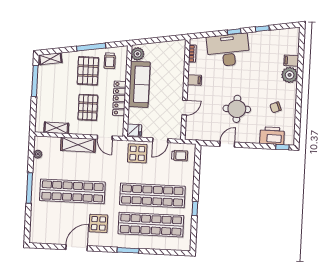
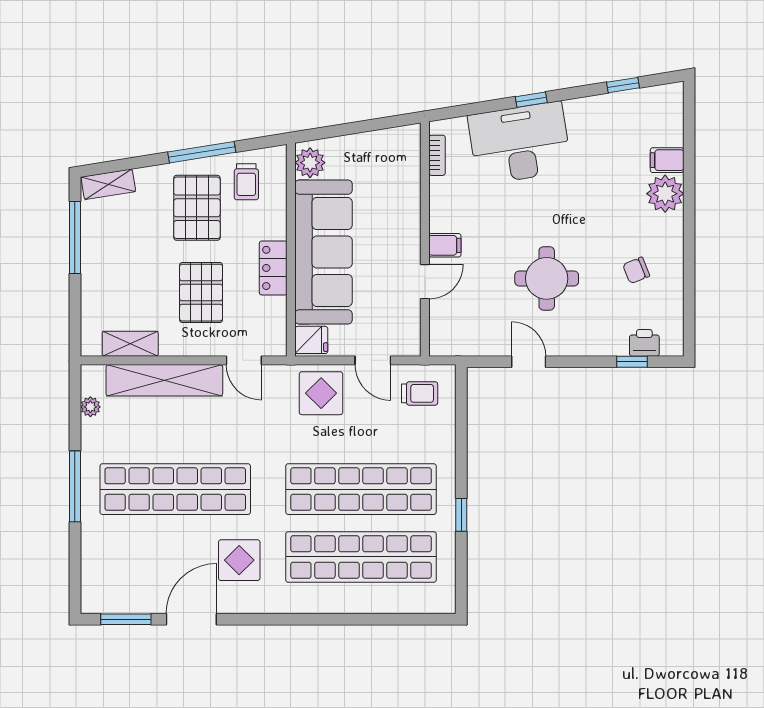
window: (262, 29) -> (623, 85), moved
filing cabinet: (194, 80) -> (445, 245), moved
sofa: (139, 84) -> (324, 252), width x1.36, depth x1.27
locker: (119, 98) -> (273, 268), width x0.66
printer: (272, 136) -> (644, 343), width x0.53, depth x0.68
door: (160, 140) -> (373, 360), hinge flipped
door: (227, 144) -> (529, 362), hinge flipped
shelving: (78, 145) -> (164, 380), width x1.47
window: (282, 147) -> (632, 362), moved
window: (128, 250) -> (126, 619), moved

